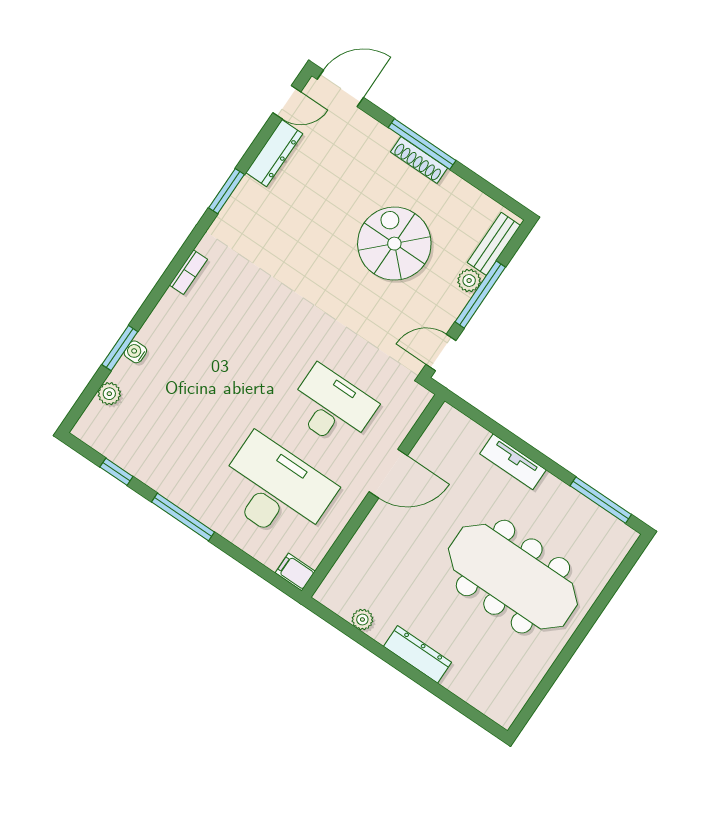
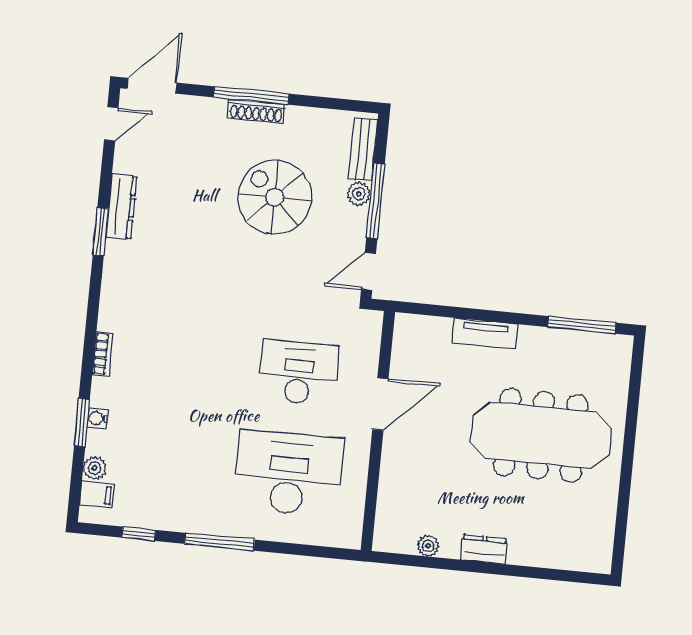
dresser: (274, 153) -> (121, 207), moved
bookcase: (188, 272) -> (103, 354), moved
filing cabinet: (295, 572) -> (97, 494), moved, turned 180
dresser: (418, 654) -> (484, 549), width x0.70

